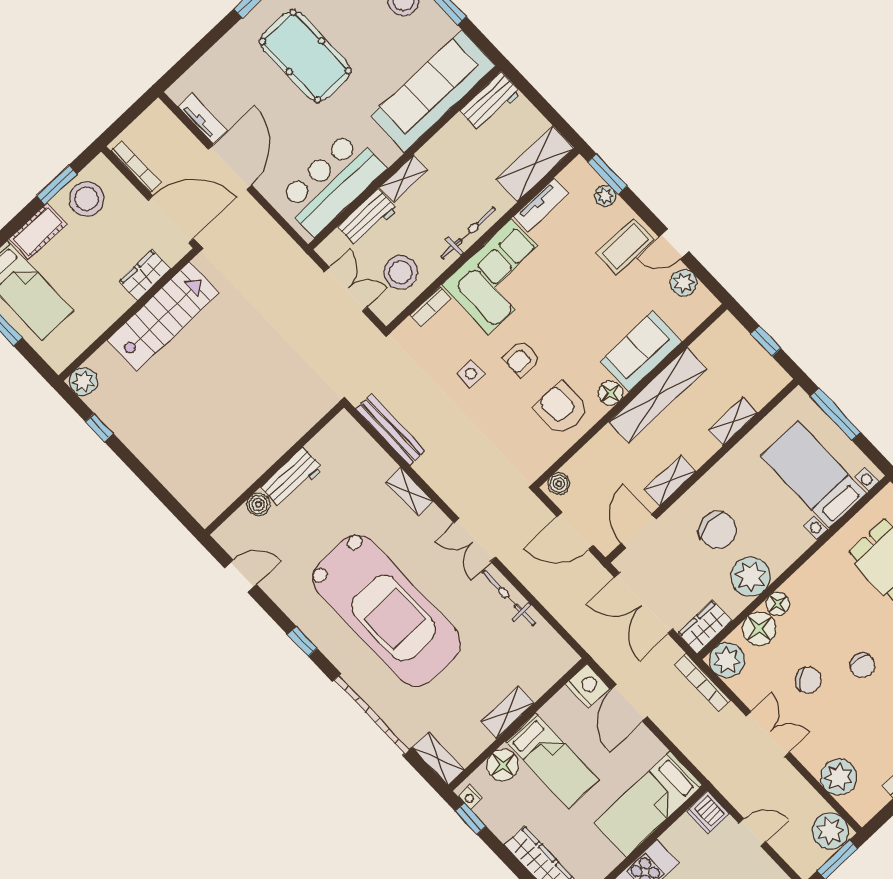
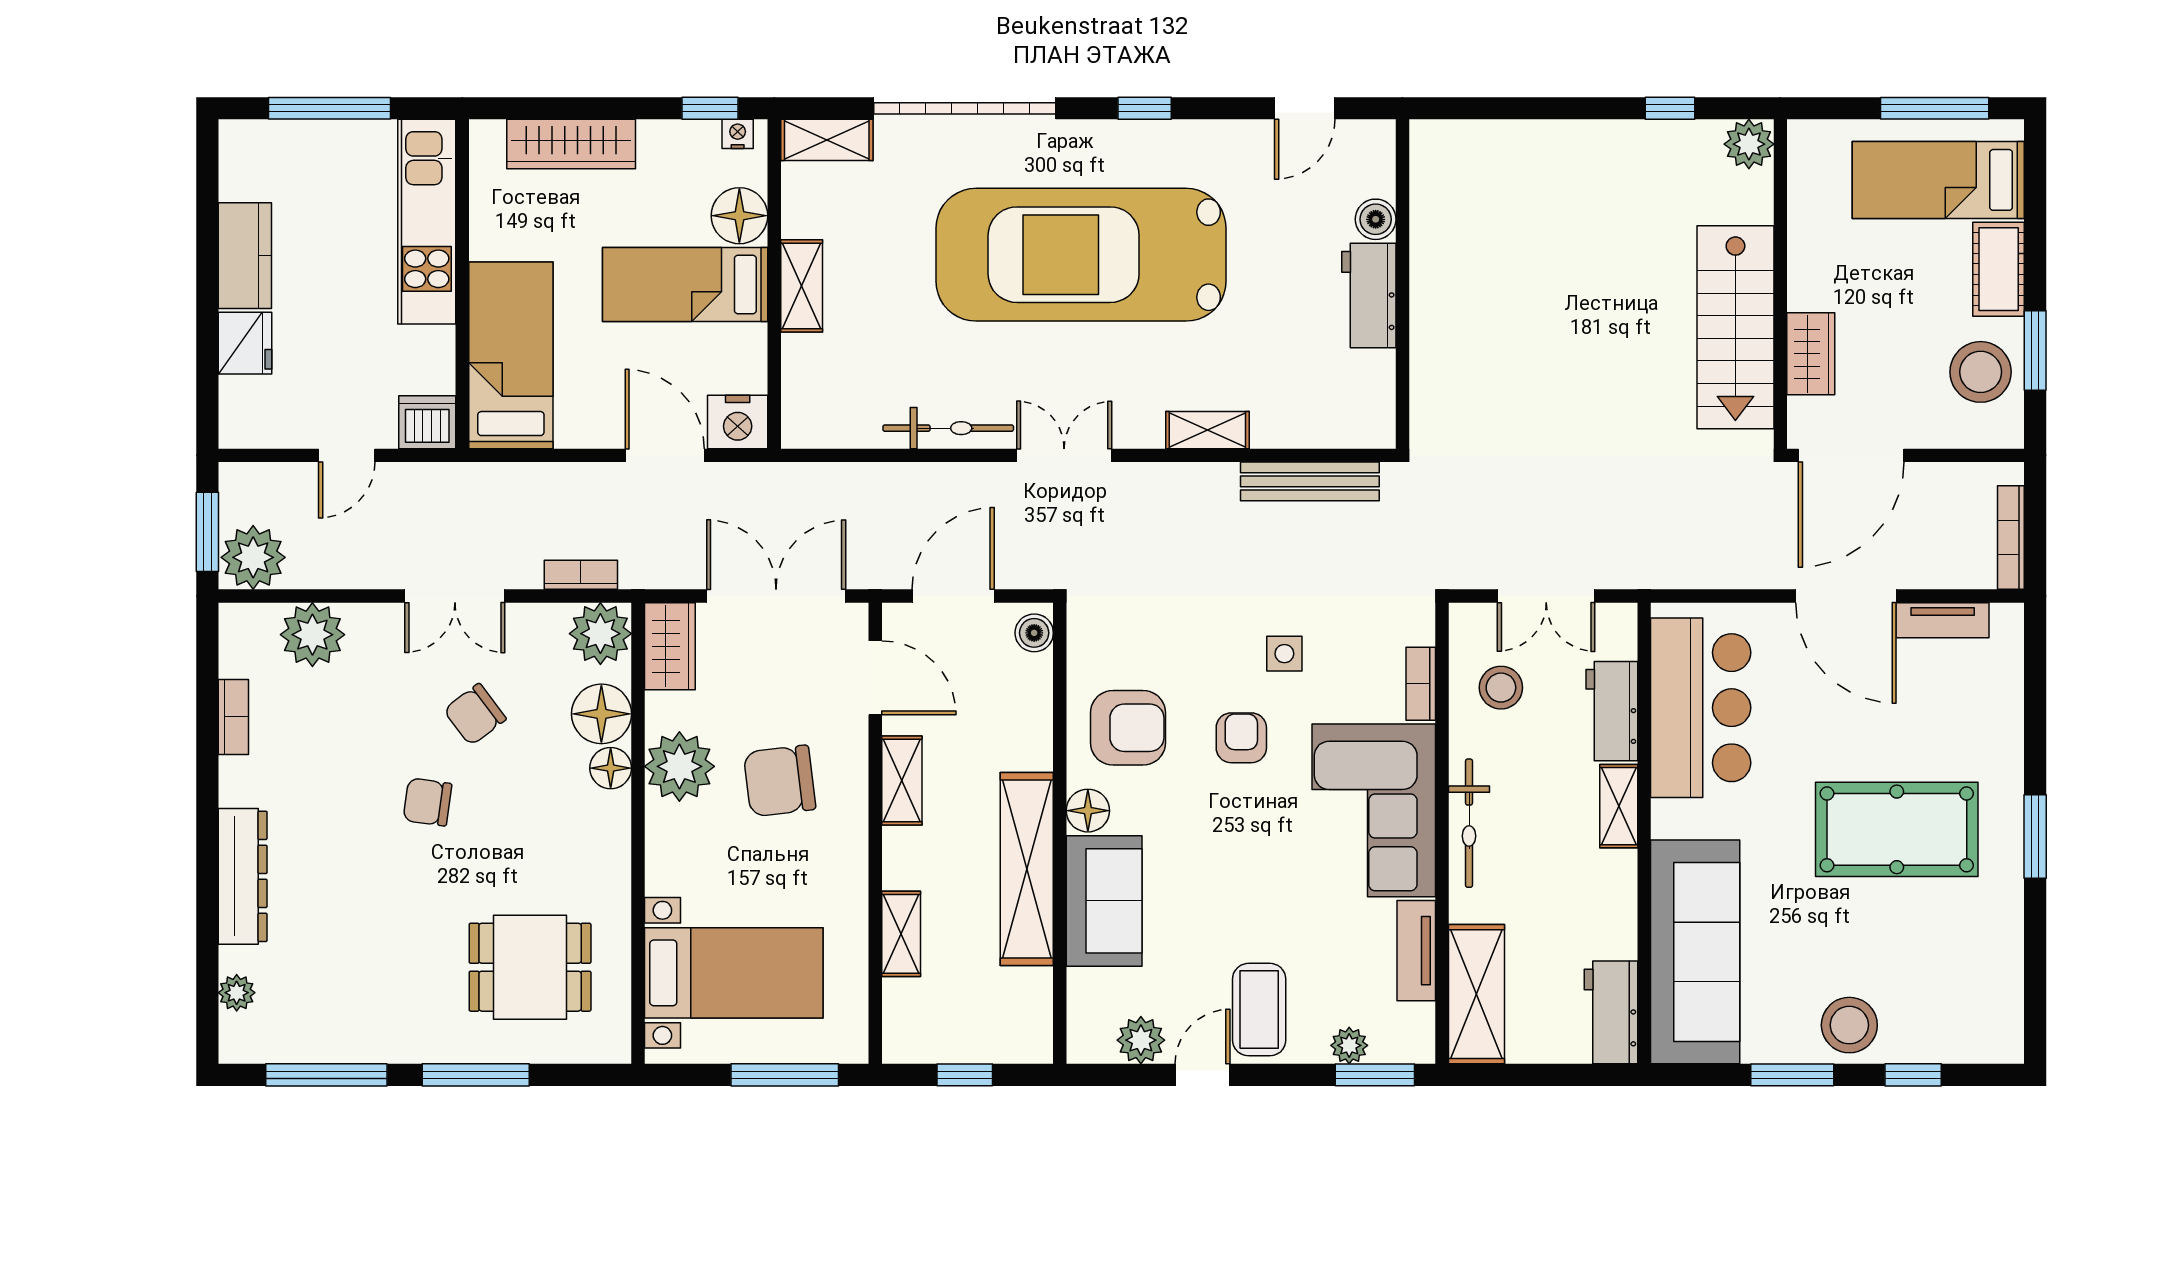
bookcase: (136, 167) -> (2011, 537), moved, turned 90
stool: (401, 272) -> (1501, 688), width x0.73, depth x0.73
bookcase: (703, 682) -> (581, 575), width x0.64

